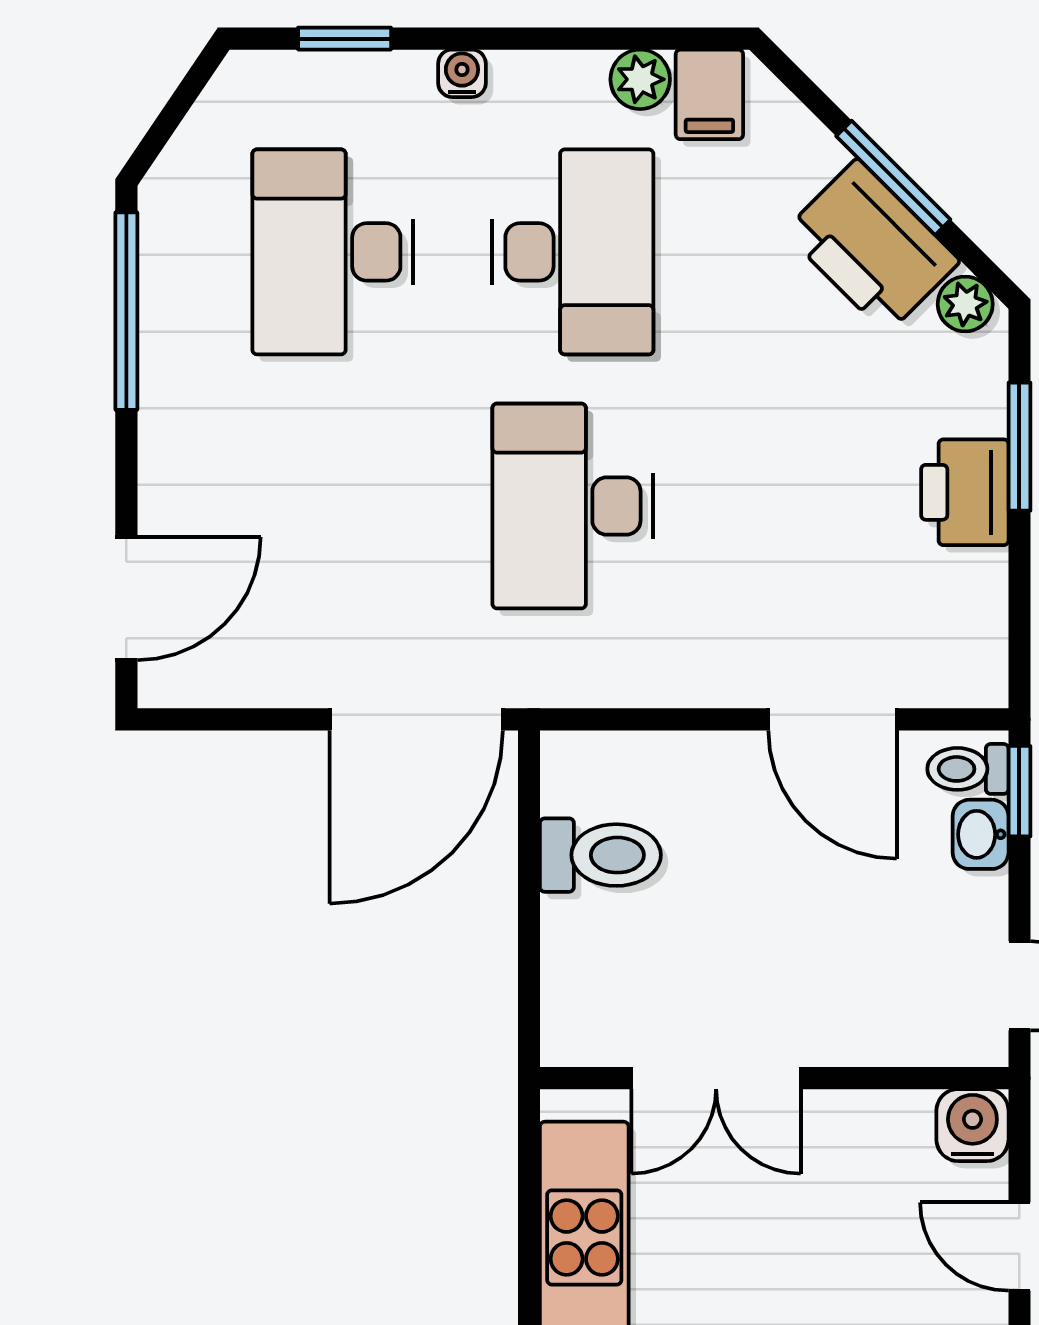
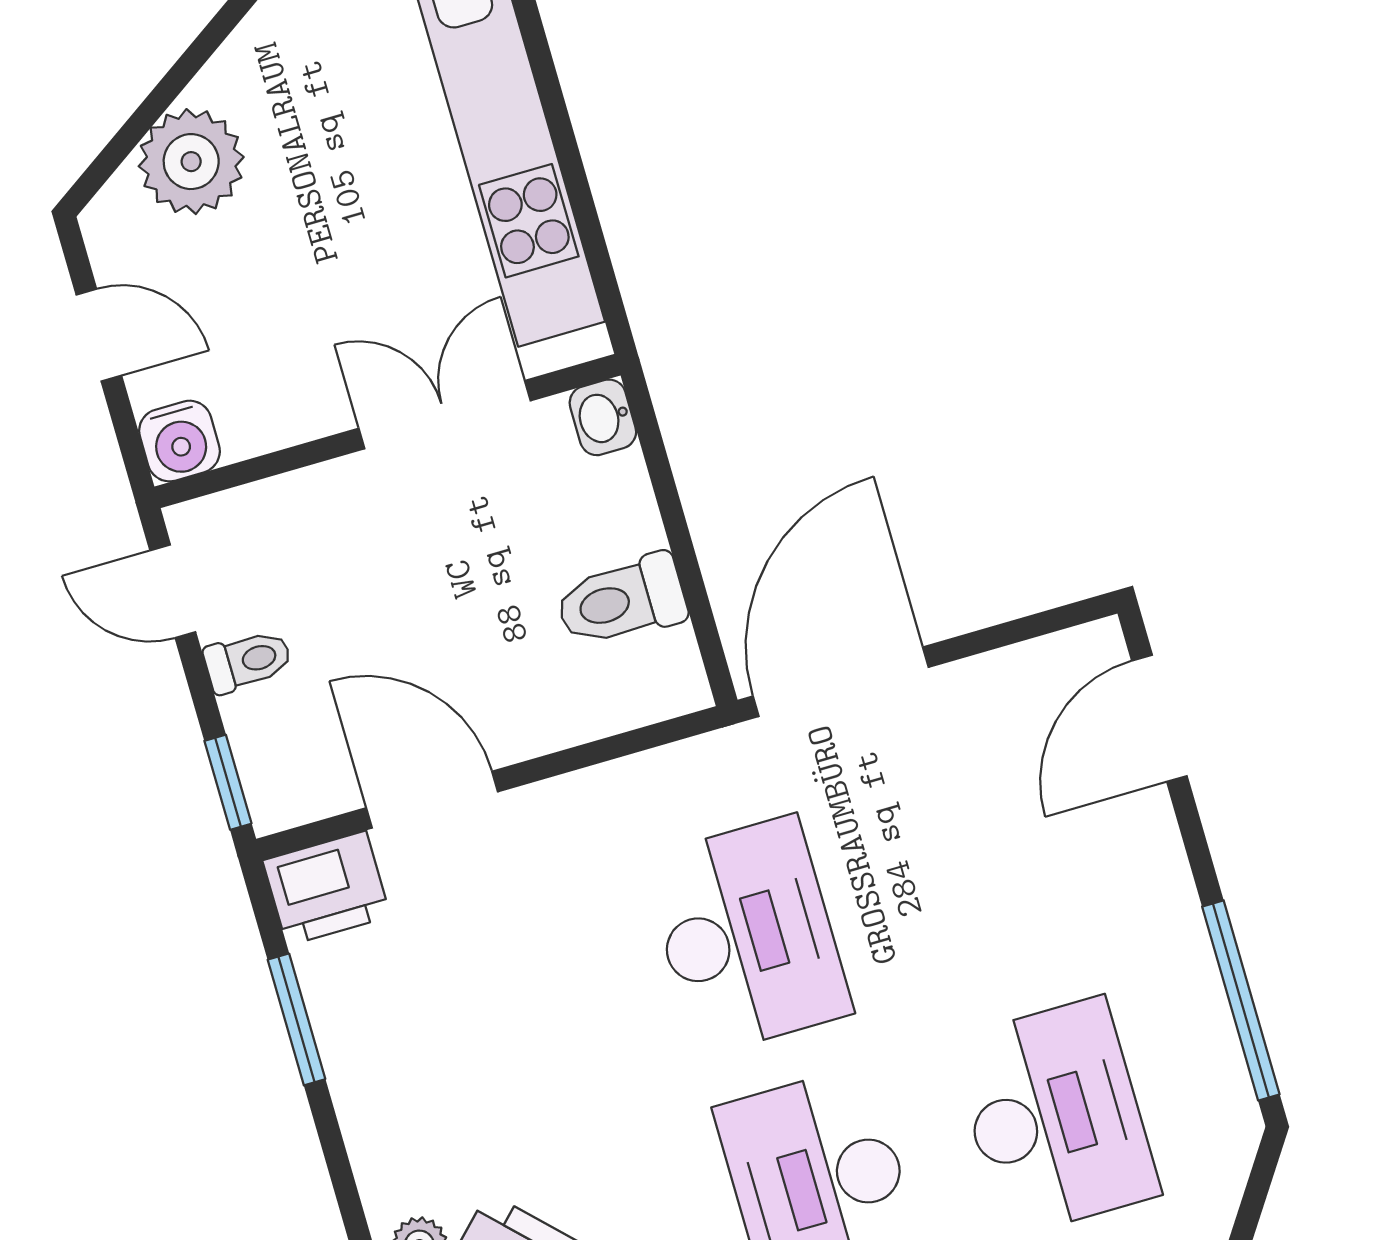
window: (1019, 447) -> (296, 1019), moved
printer: (965, 492) -> (327, 888), moved, turned 90
toilet: (968, 769) -> (248, 661), moved
washbasin: (981, 834) -> (603, 417), moved, turned 180

